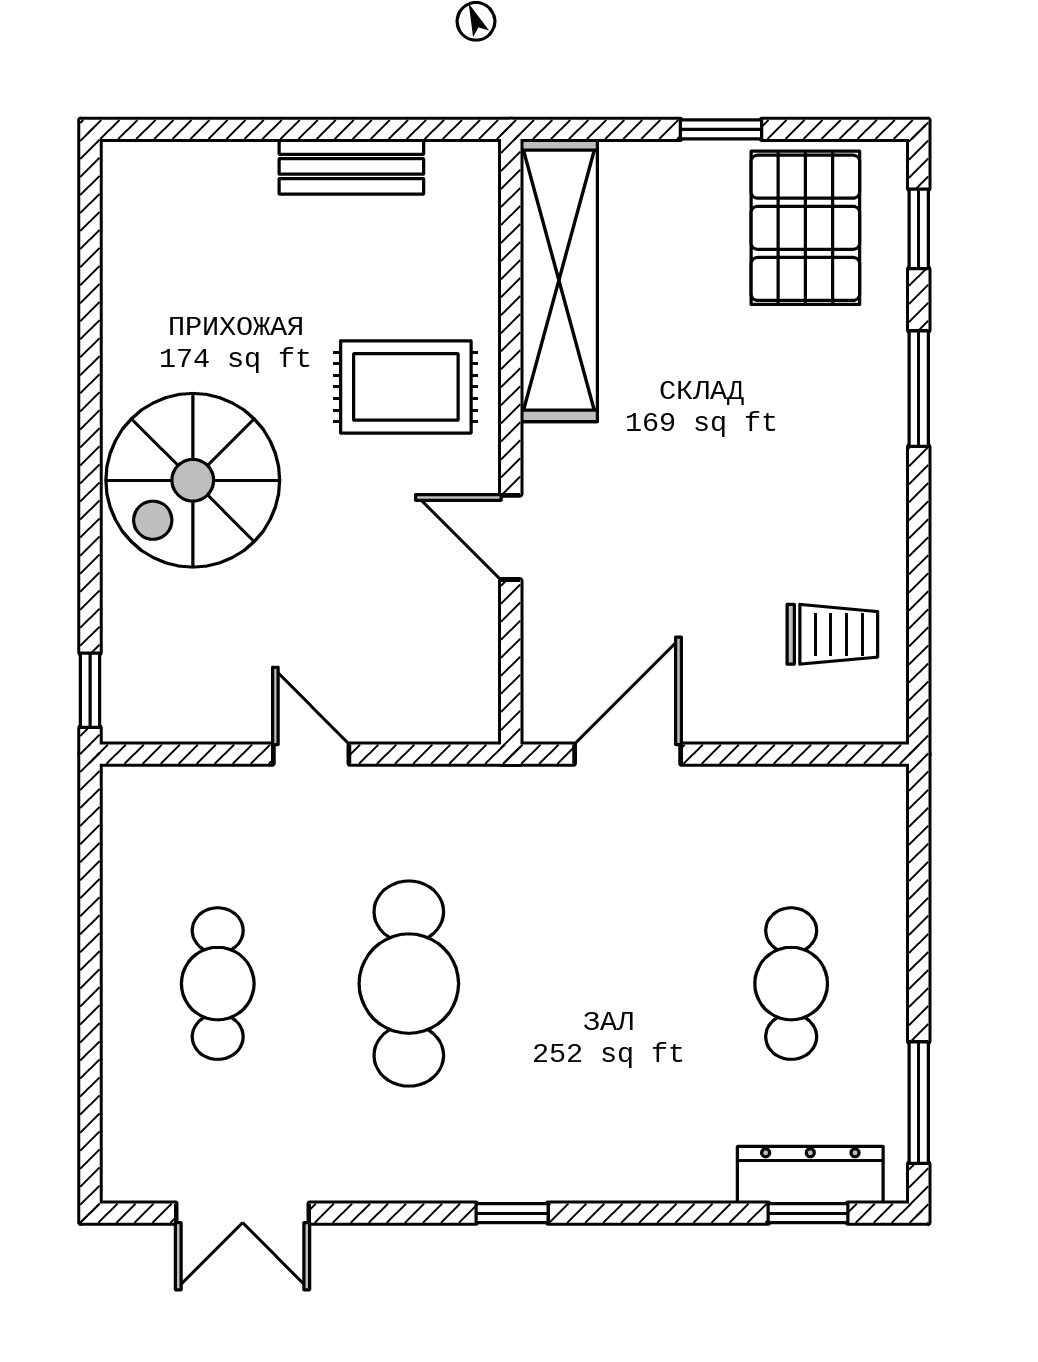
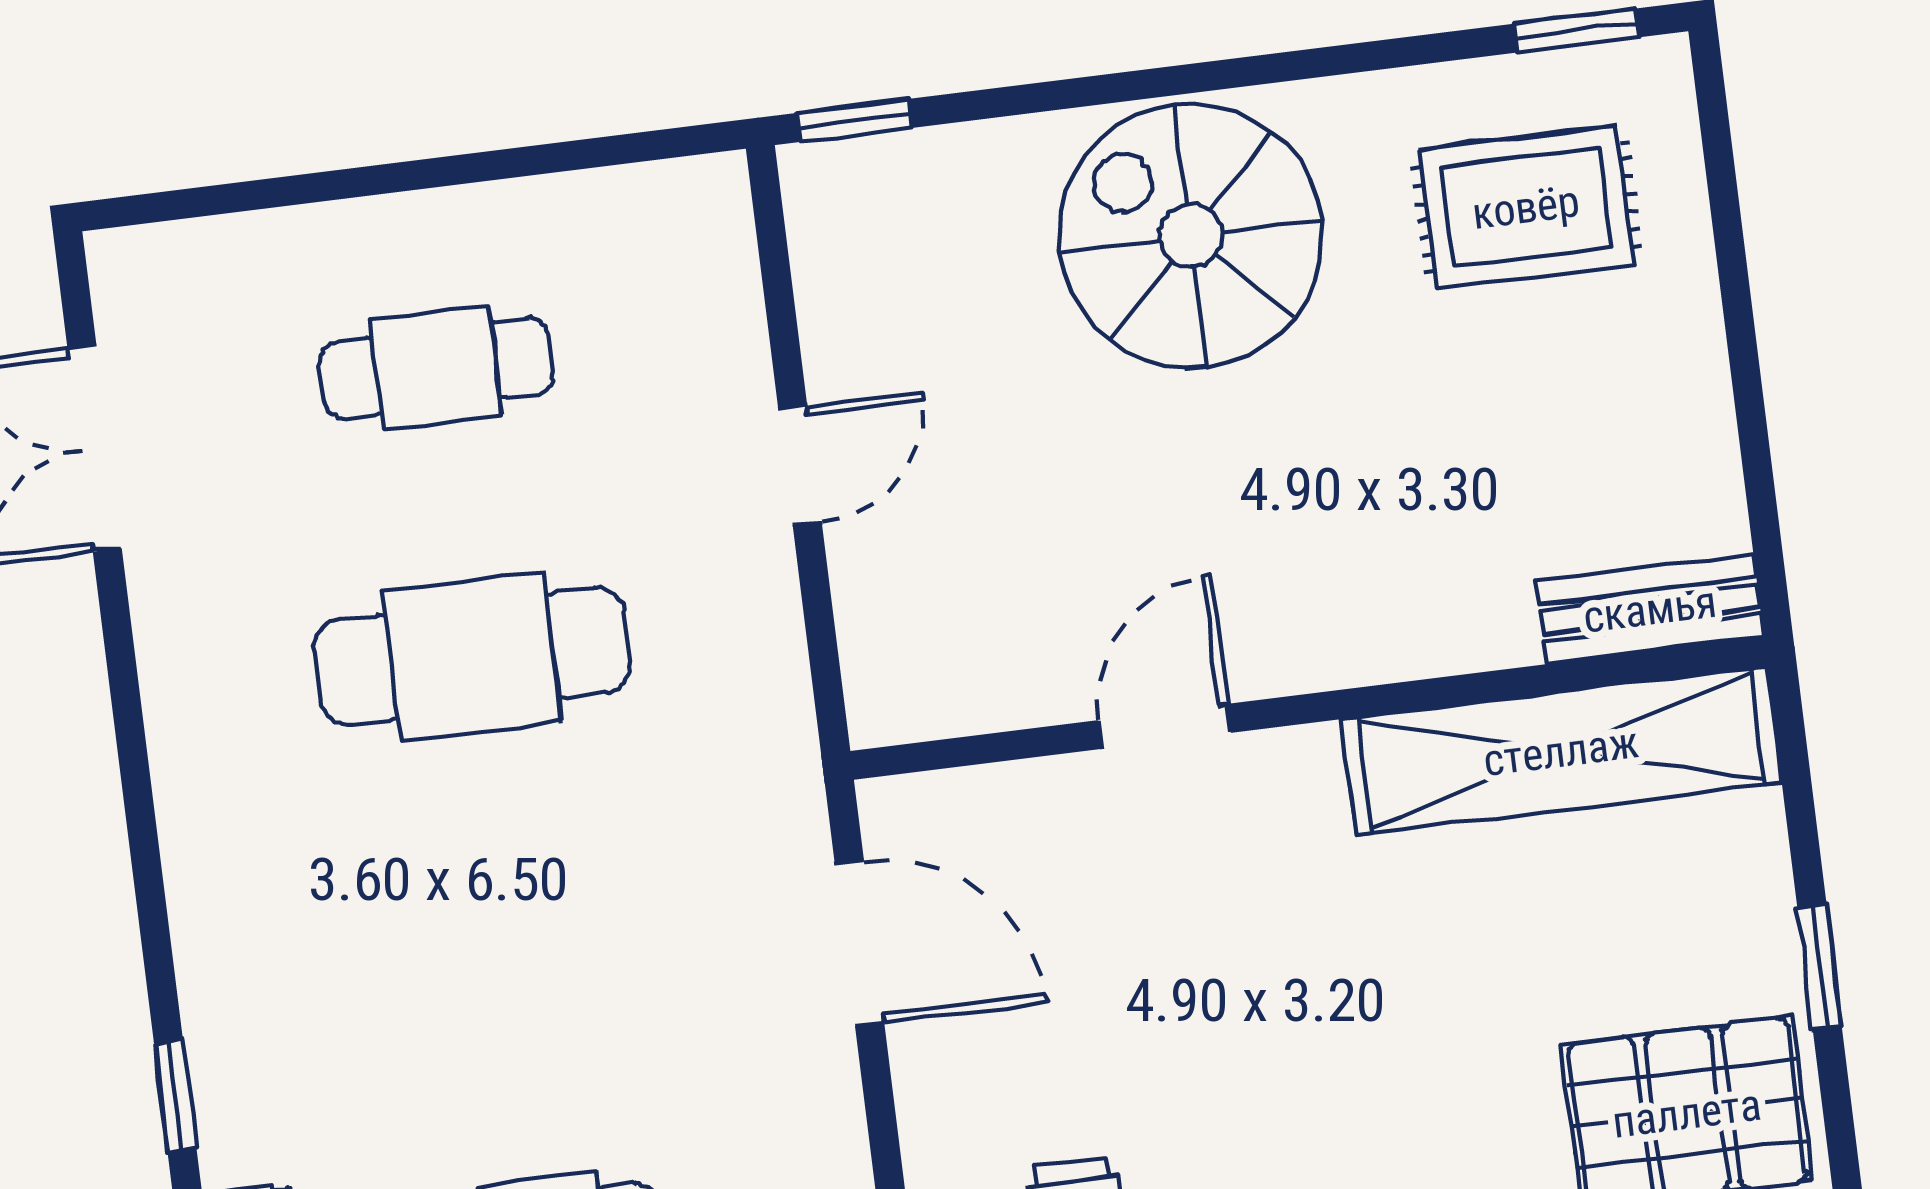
bench: (351, 166) -> (1650, 609), moved, turned 90
window: (90, 212) -> (1577, 30), added
rug: (406, 387) -> (1526, 207), moved, turned 90
window: (512, 1213) -> (175, 1096), moved

